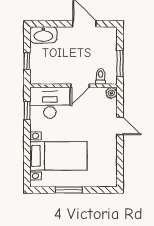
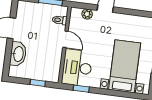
washbasin: (43, 35) -> (18, 54), moved
plant: (111, 93) -> (87, 14), moved

